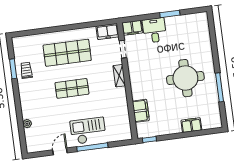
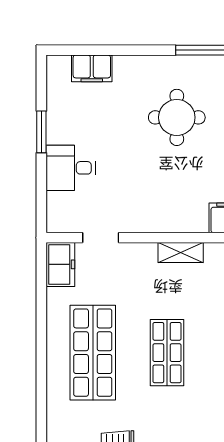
filing cabinet: (132, 28) -> (92, 68), moved, turned 90
shelving: (119, 76) -> (181, 252), moved
round table: (185, 78) -> (177, 117), width x0.73, depth x0.73

